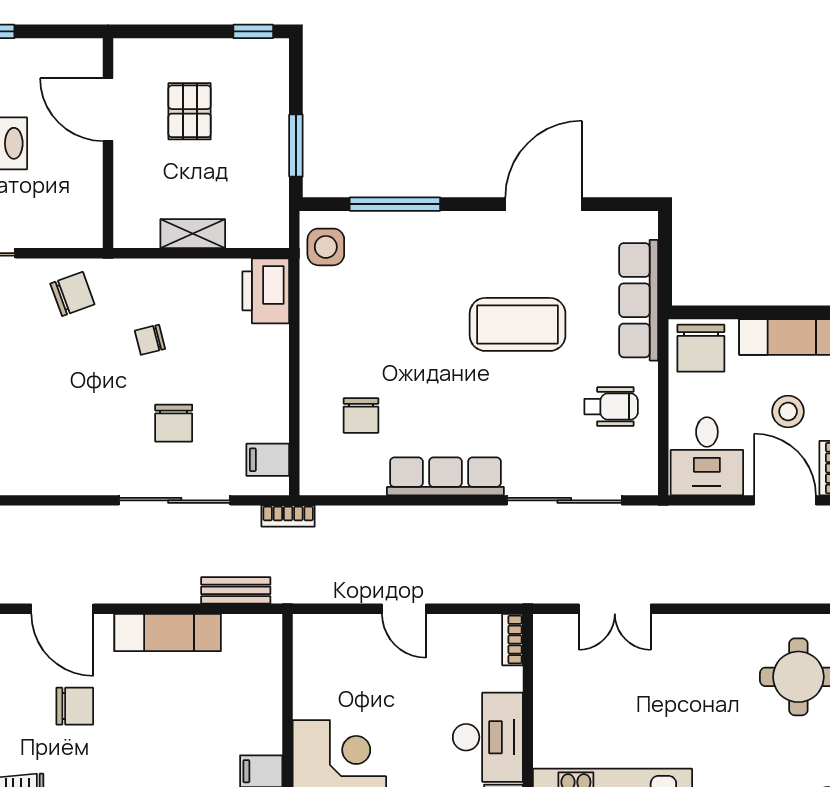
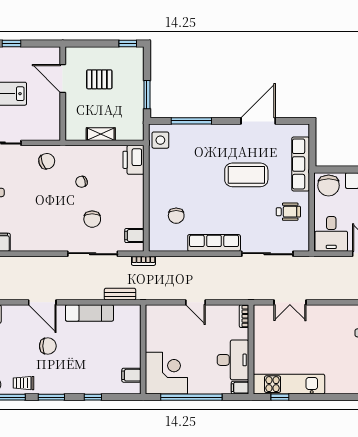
pallet: (190, 111) -> (99, 79), turned 90

